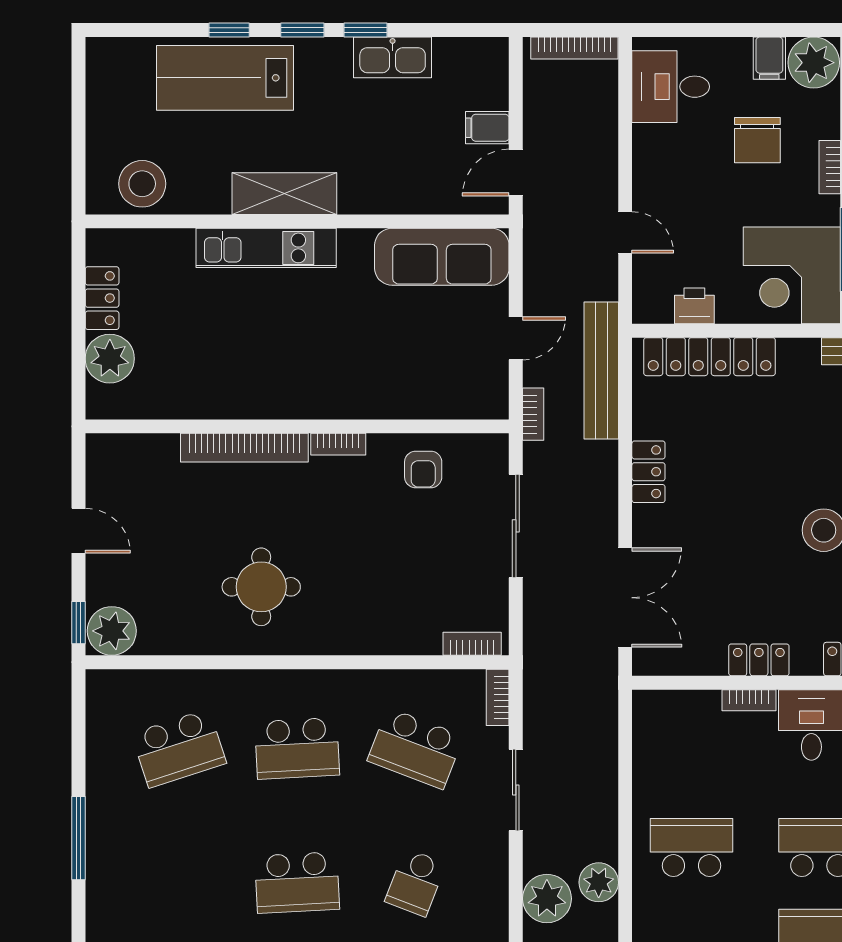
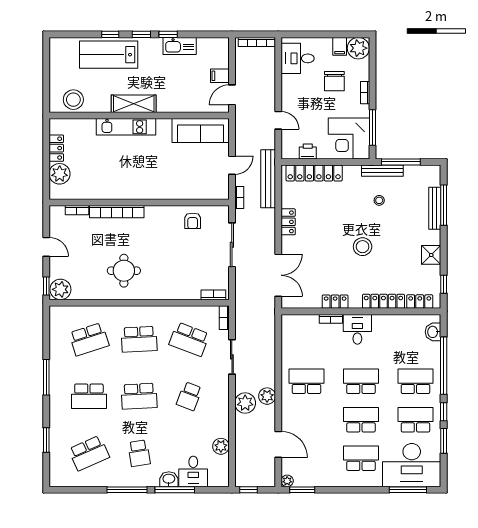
bookcase: (338, 444) -> (77, 210), moved
school desk: (179, 883) -> (89, 396), added

